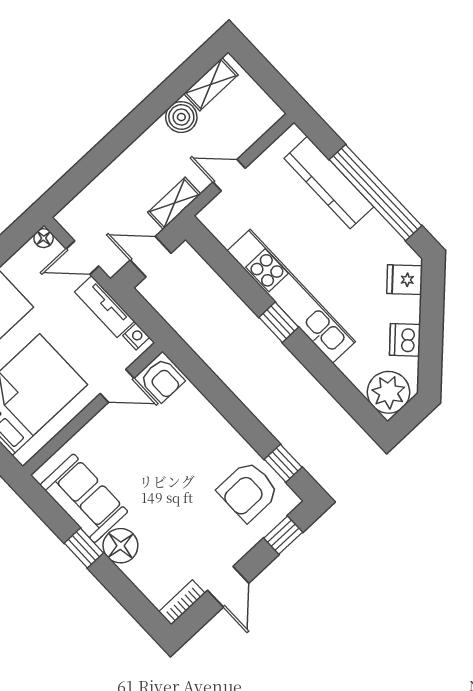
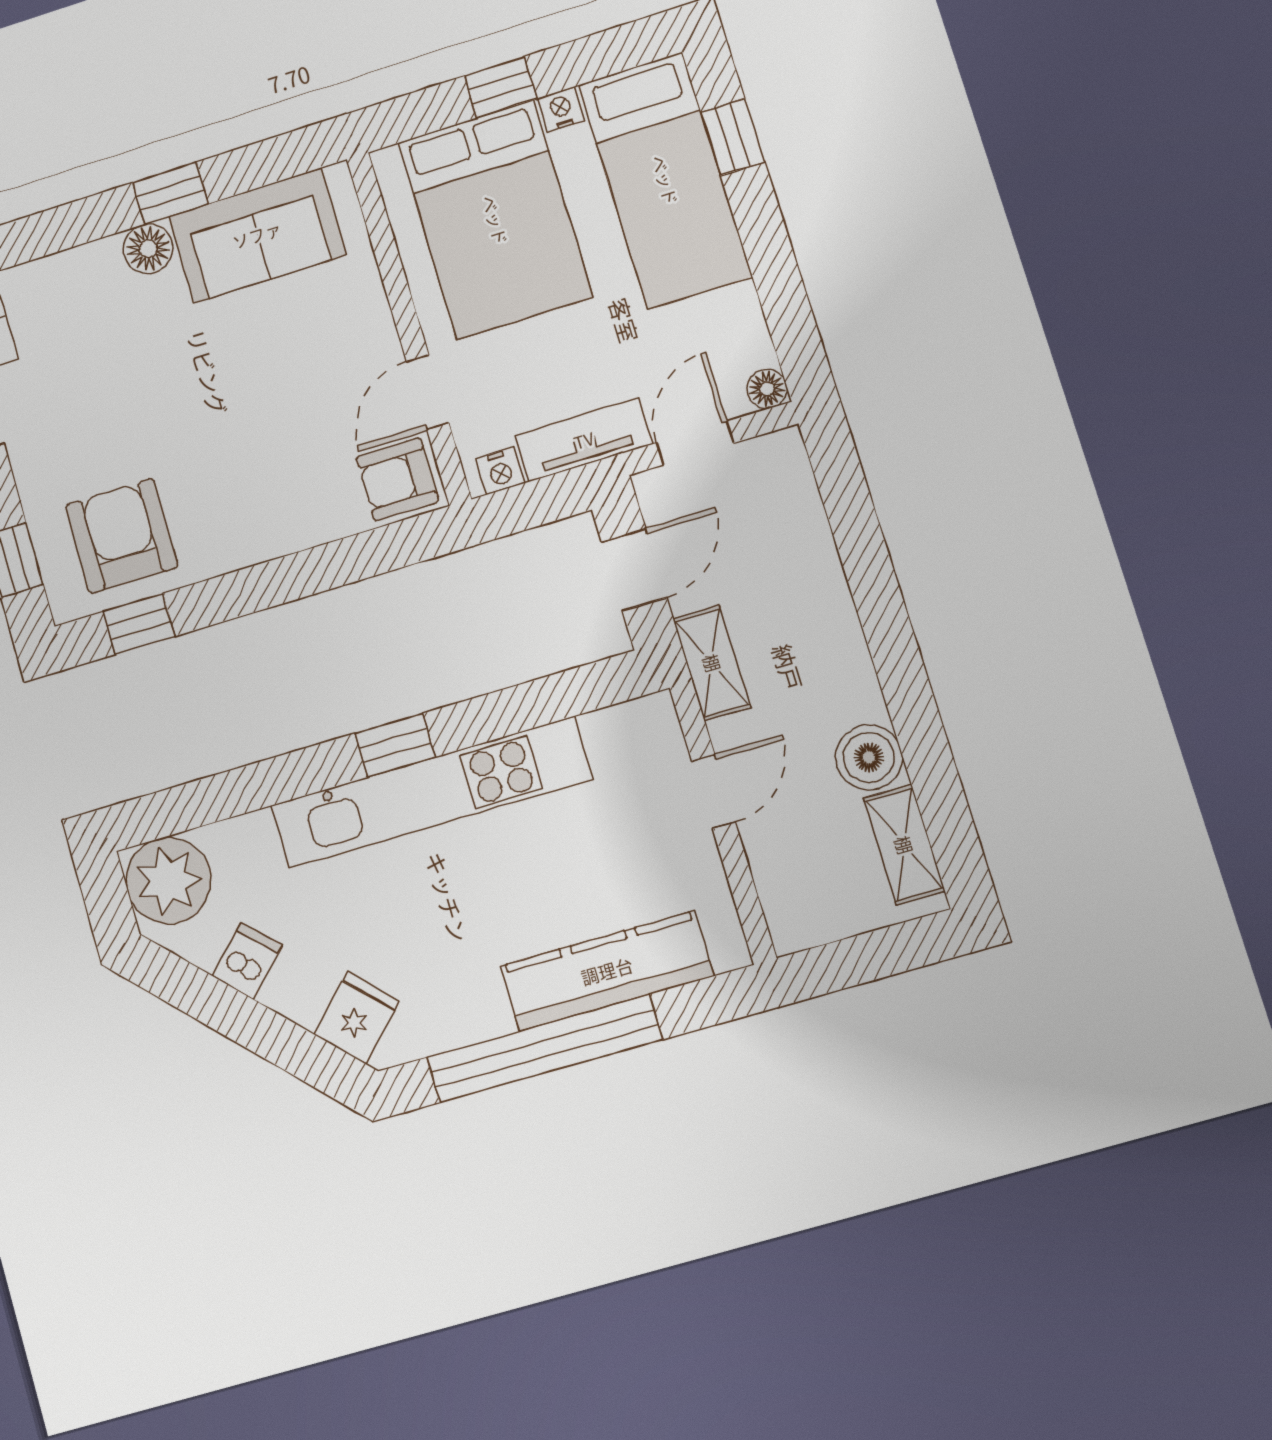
dishwasher: (405, 340) -> (247, 961), width x0.73
floor lamp: (120, 546) -> (148, 249), width x0.73, depth x0.73

